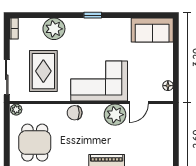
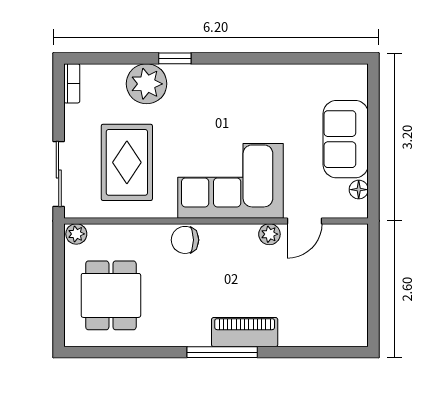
window: (93, 15) -> (175, 58), moved
sofa: (152, 30) -> (346, 139), moved, turned 90
plant: (115, 115) -> (269, 234), width x0.53, depth x0.53

